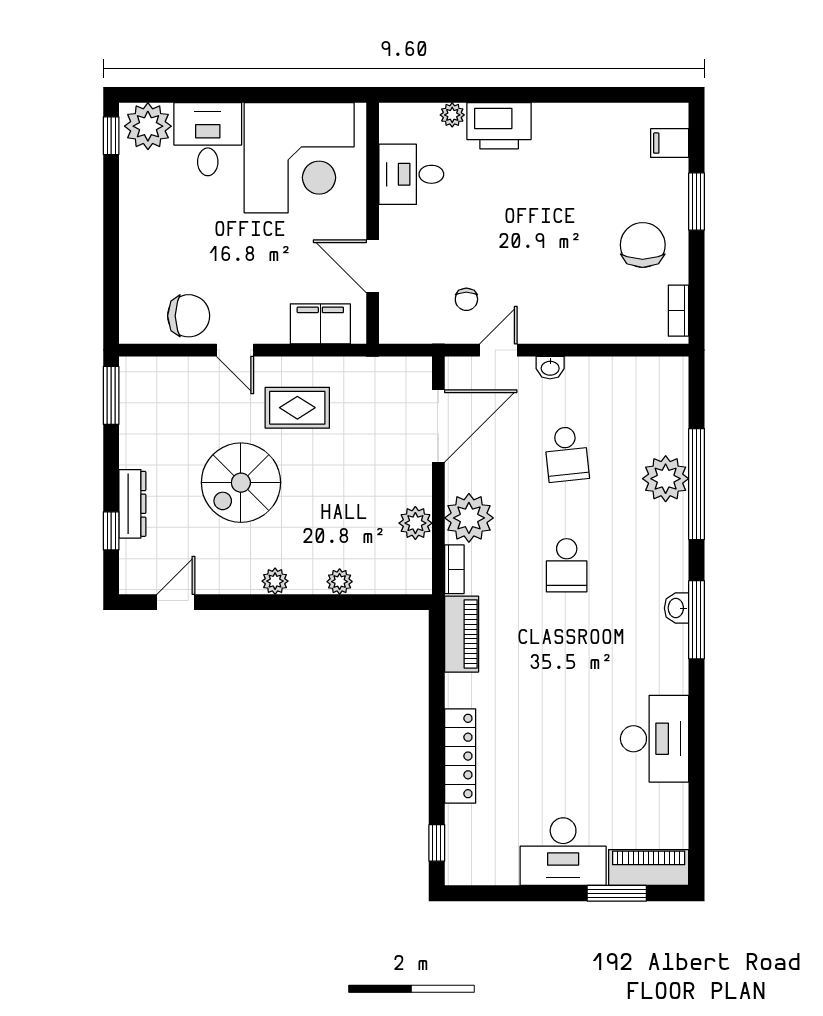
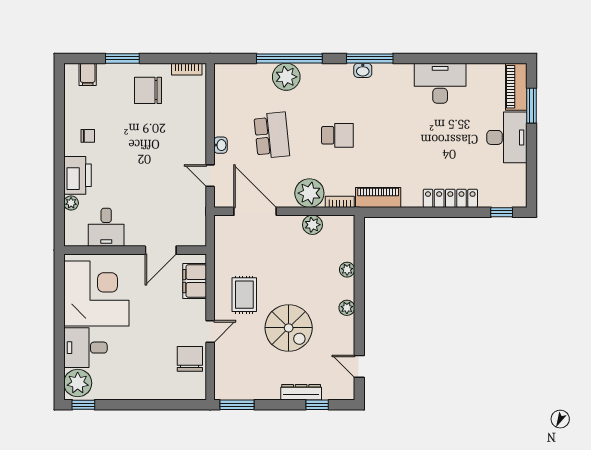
chair: (466, 299) -> (88, 136), moved
school desk: (567, 454) -> (272, 135), width x1.85

